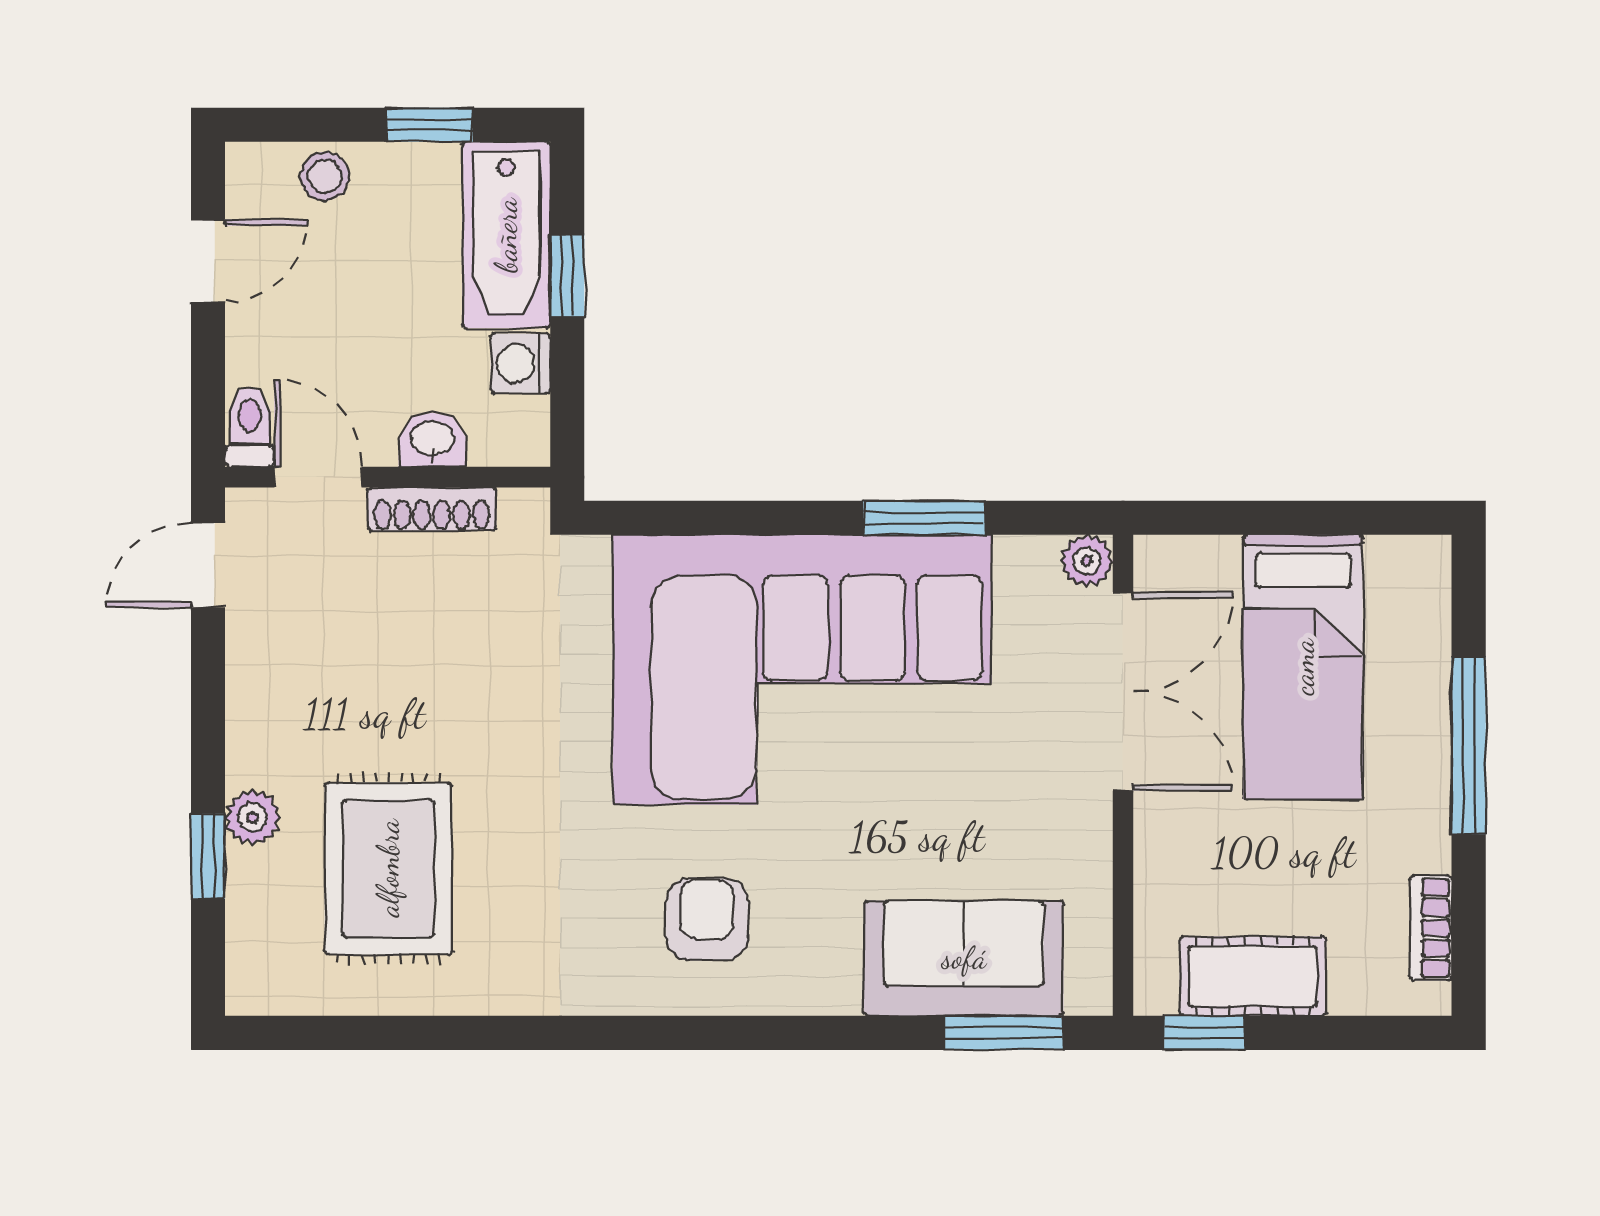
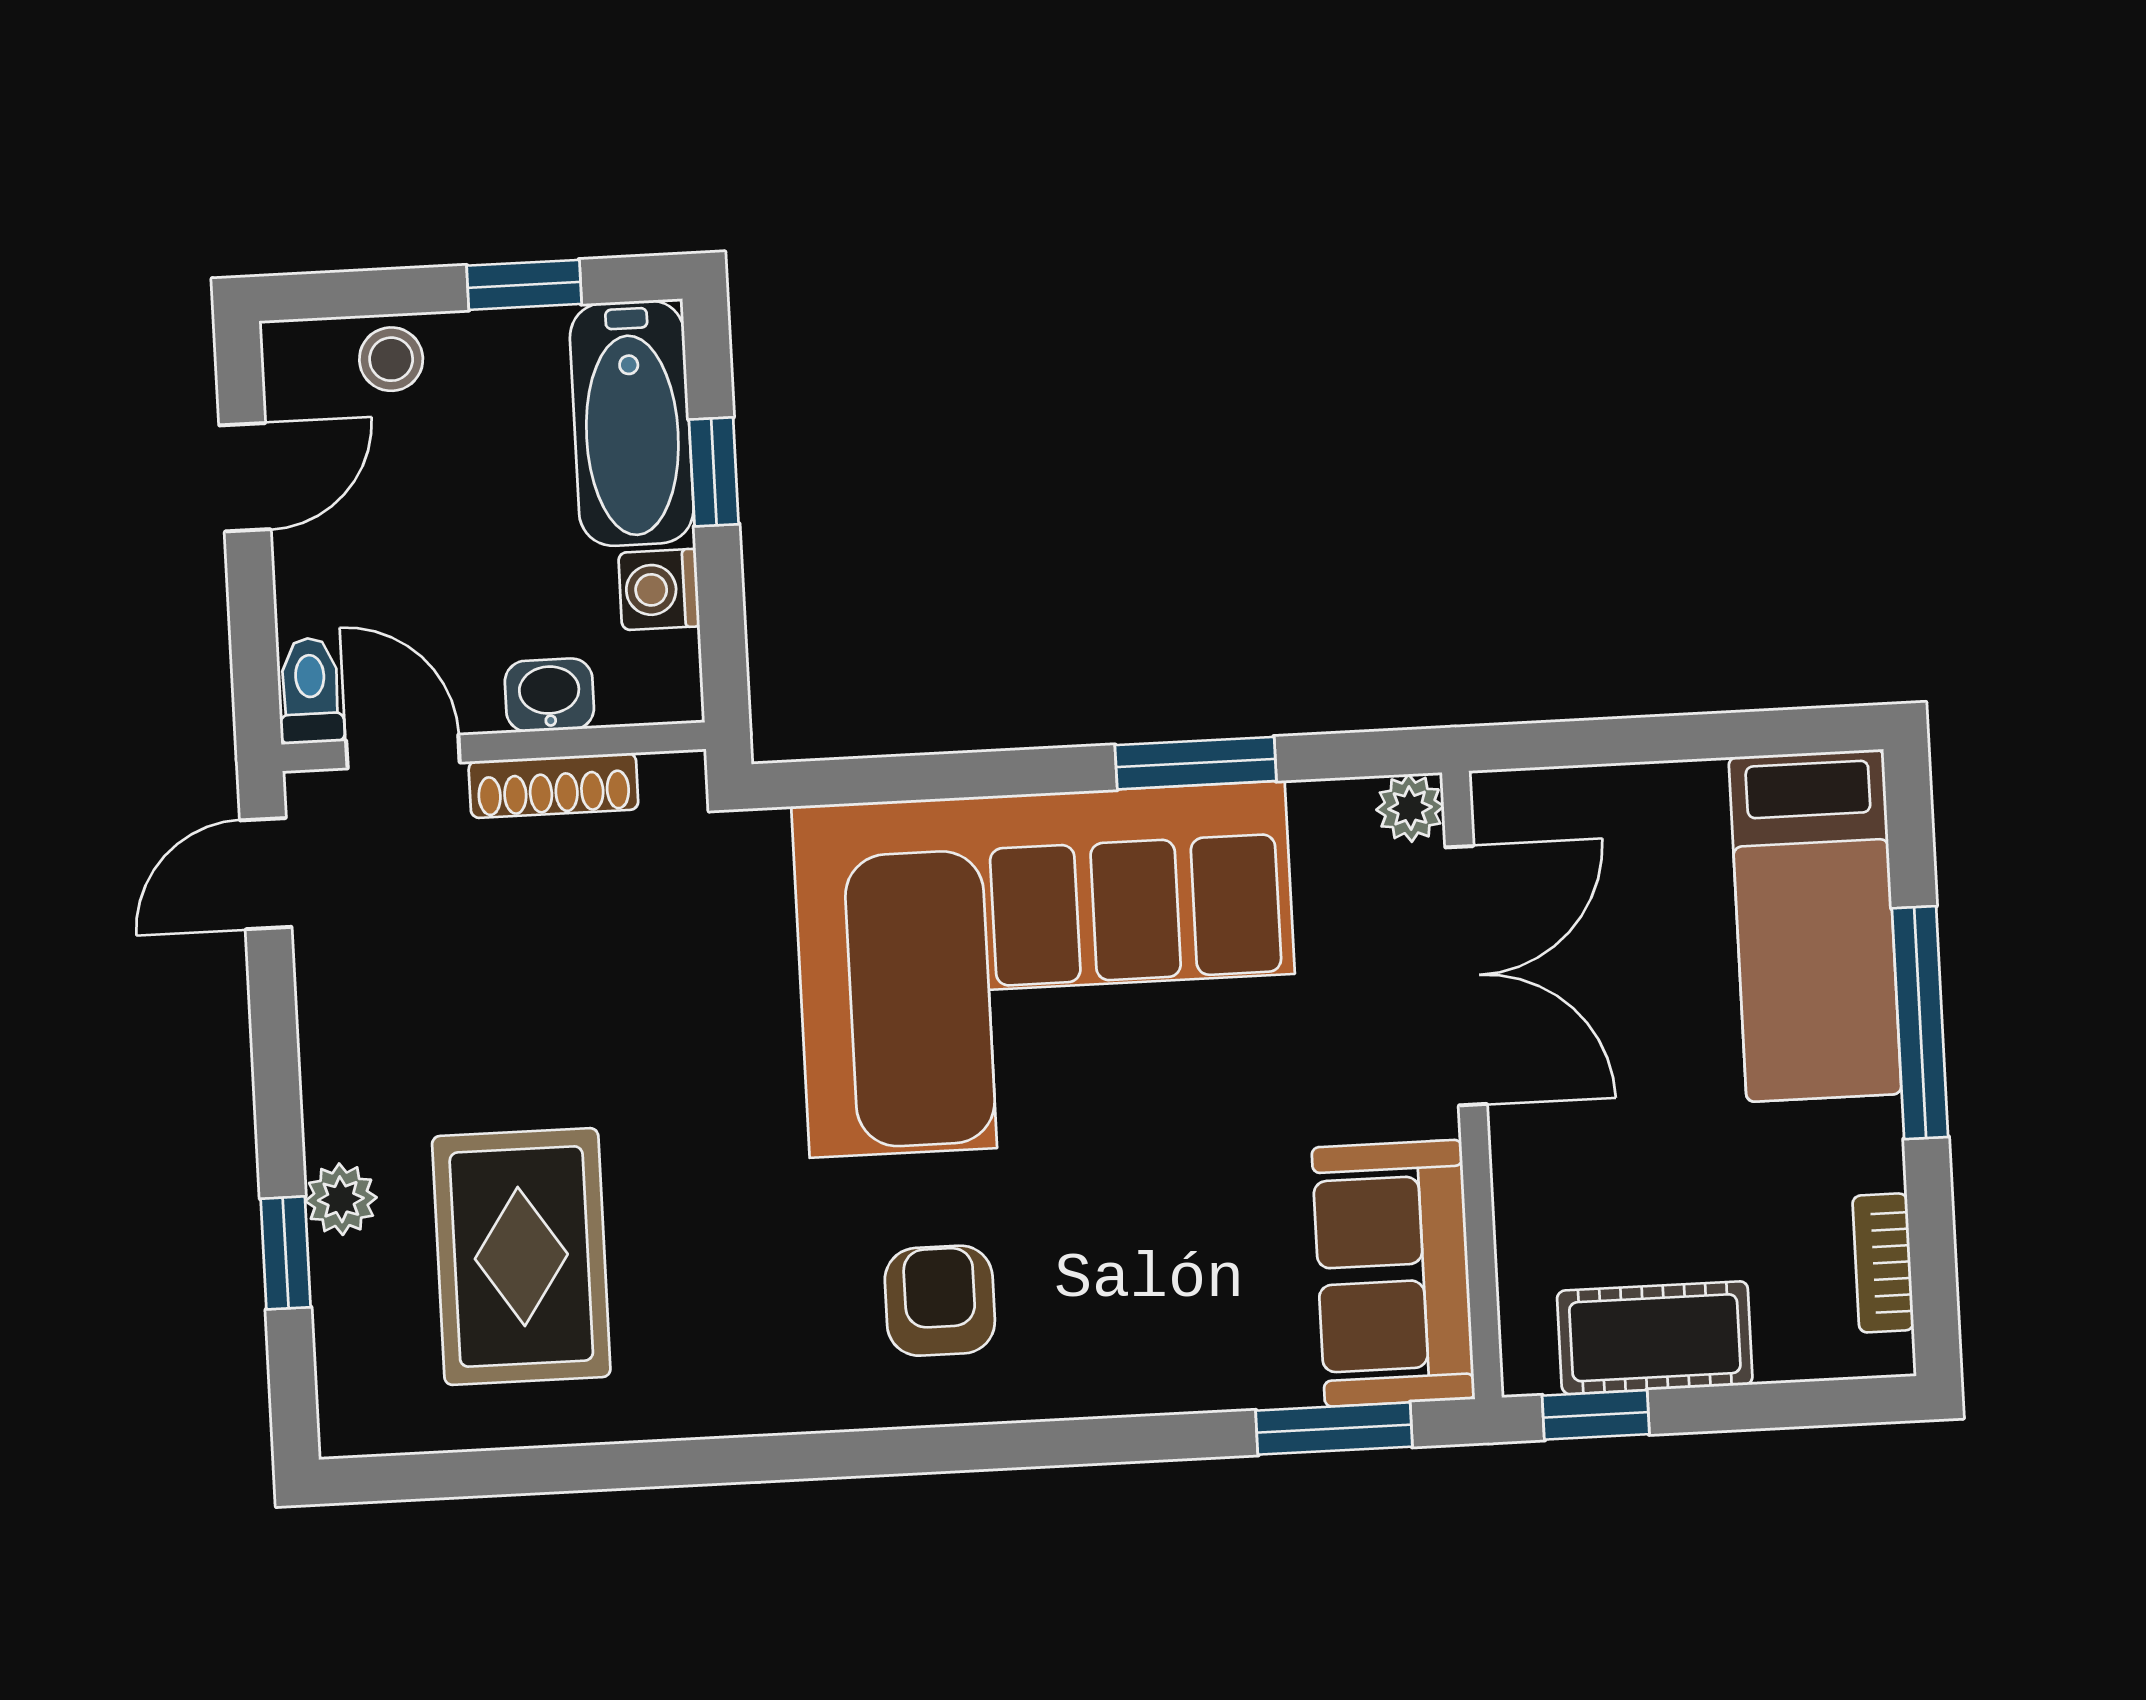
bed: (1303, 667) -> (1815, 926), moved
sofa: (964, 958) -> (1393, 1273), moved, turned -90

